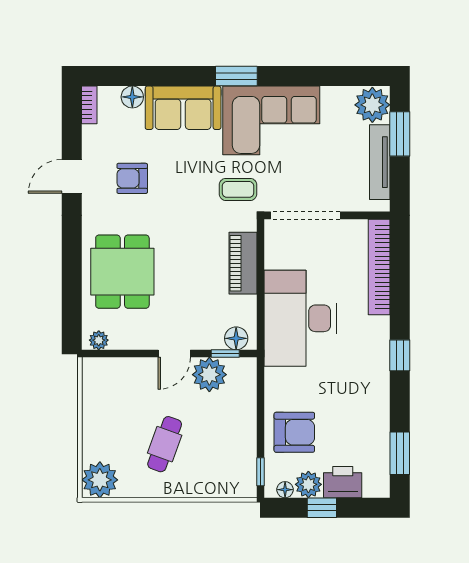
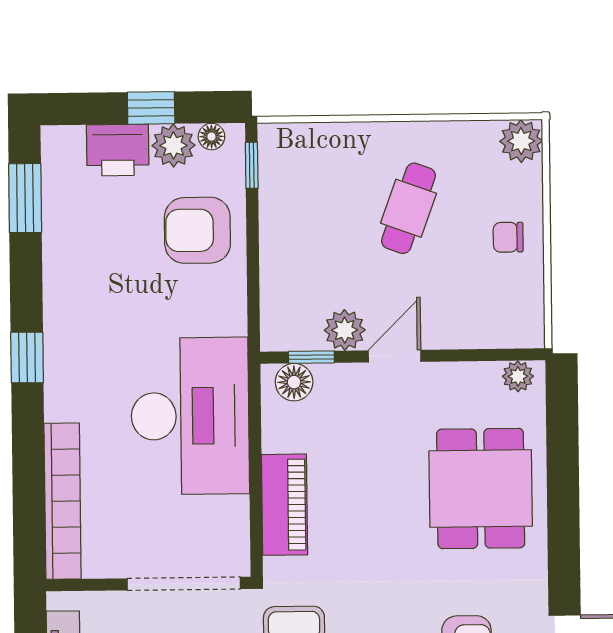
plant: (209, 375) -> (345, 330), width x0.73, depth x0.73
chair: (104, 426) -> (508, 237), added
plant: (100, 480) -> (521, 141), width x0.73, depth x0.73

